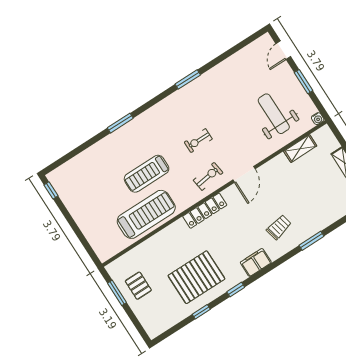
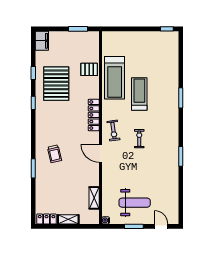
weight bench: (274, 114) -> (135, 203), moved
filing cabinet: (256, 262) -> (42, 41), moved
pallet: (138, 286) -> (89, 69), moved

